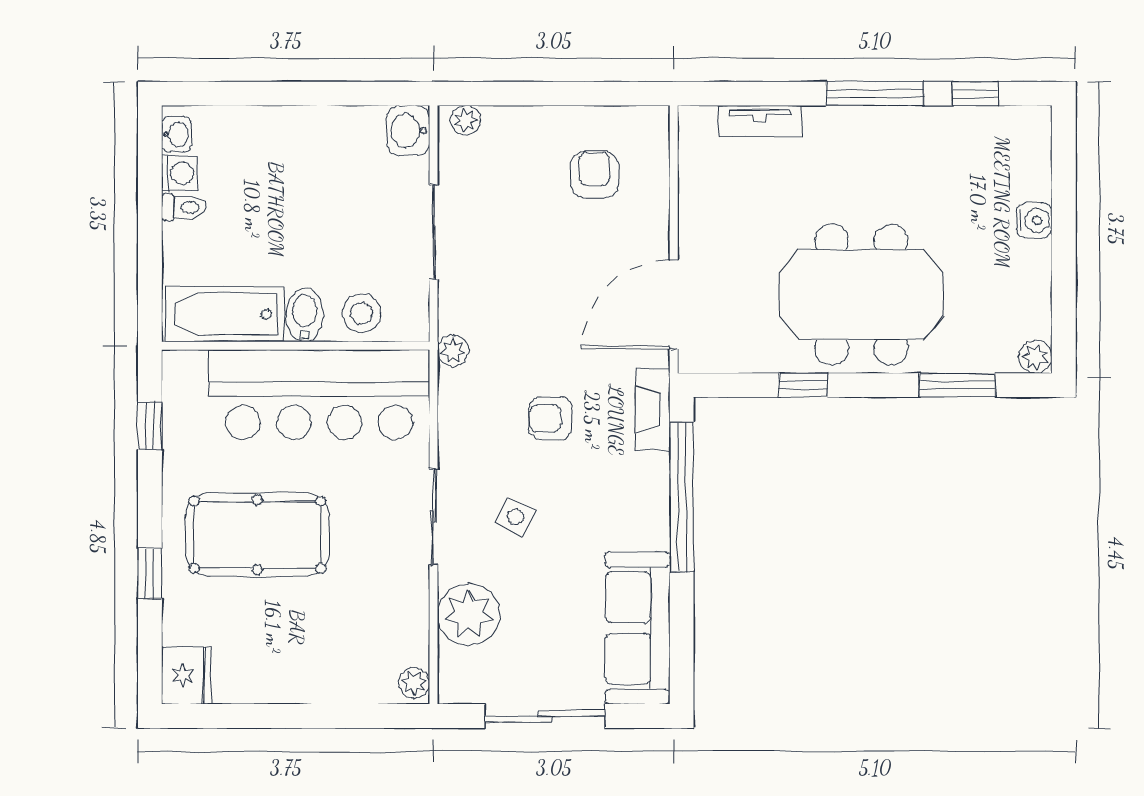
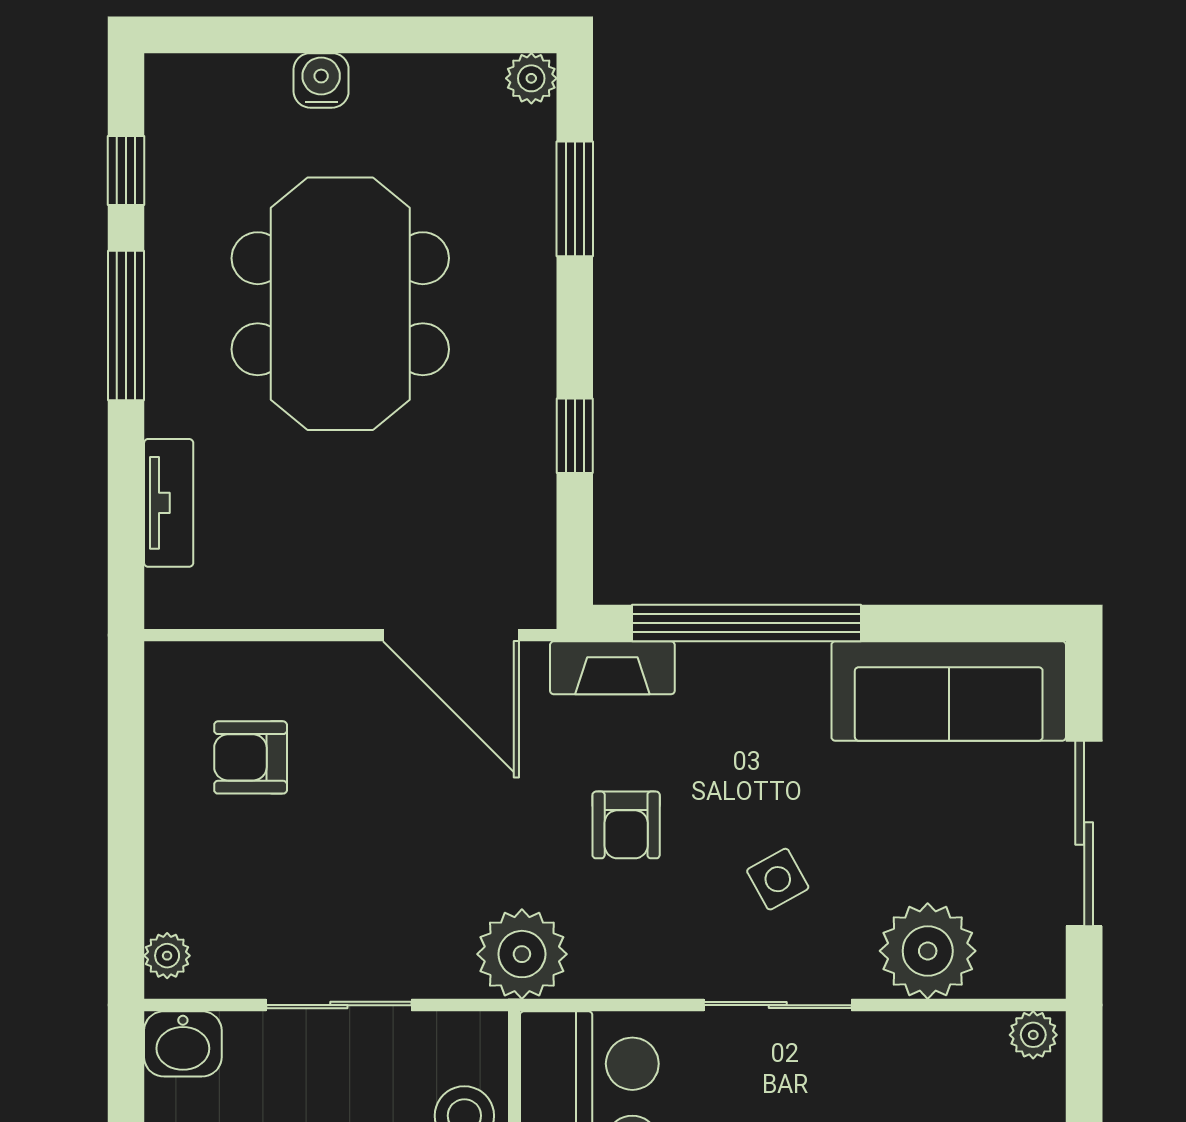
meeting table: (861, 295) -> (340, 304), moved
plant: (453, 351) -> (522, 954), width x1.88, depth x1.88
side table: (515, 517) -> (778, 879), turned 33

